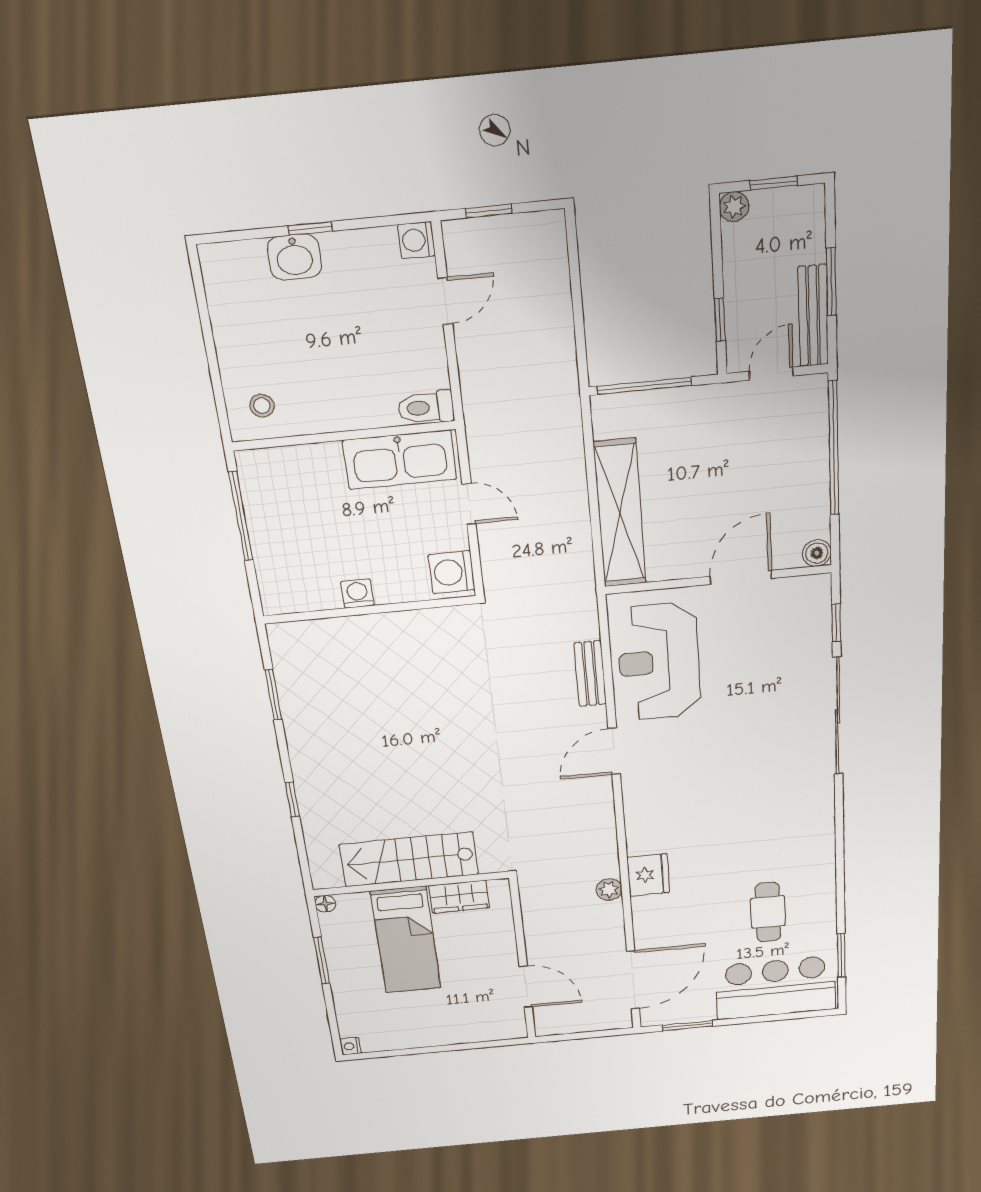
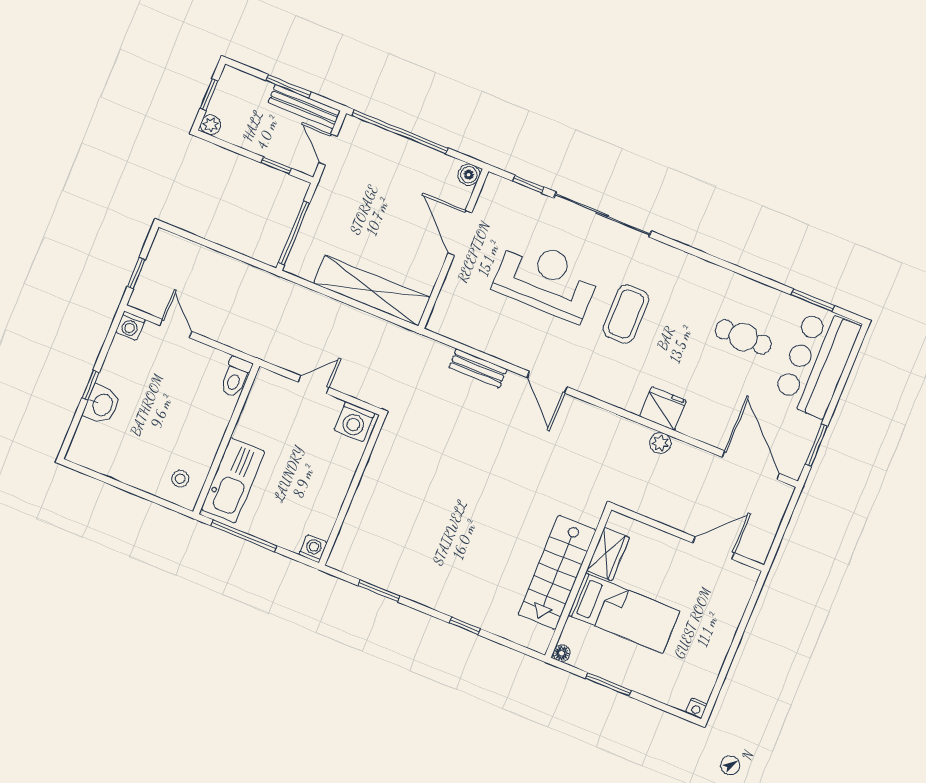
kitchen sink: (400, 460) -> (233, 480), moved
washing machine: (357, 593) -> (313, 549), moved, turned 90
reception desk: (659, 662) -> (546, 280), moved, turned 180
coffee table: (735, 792) -> (626, 314), added

